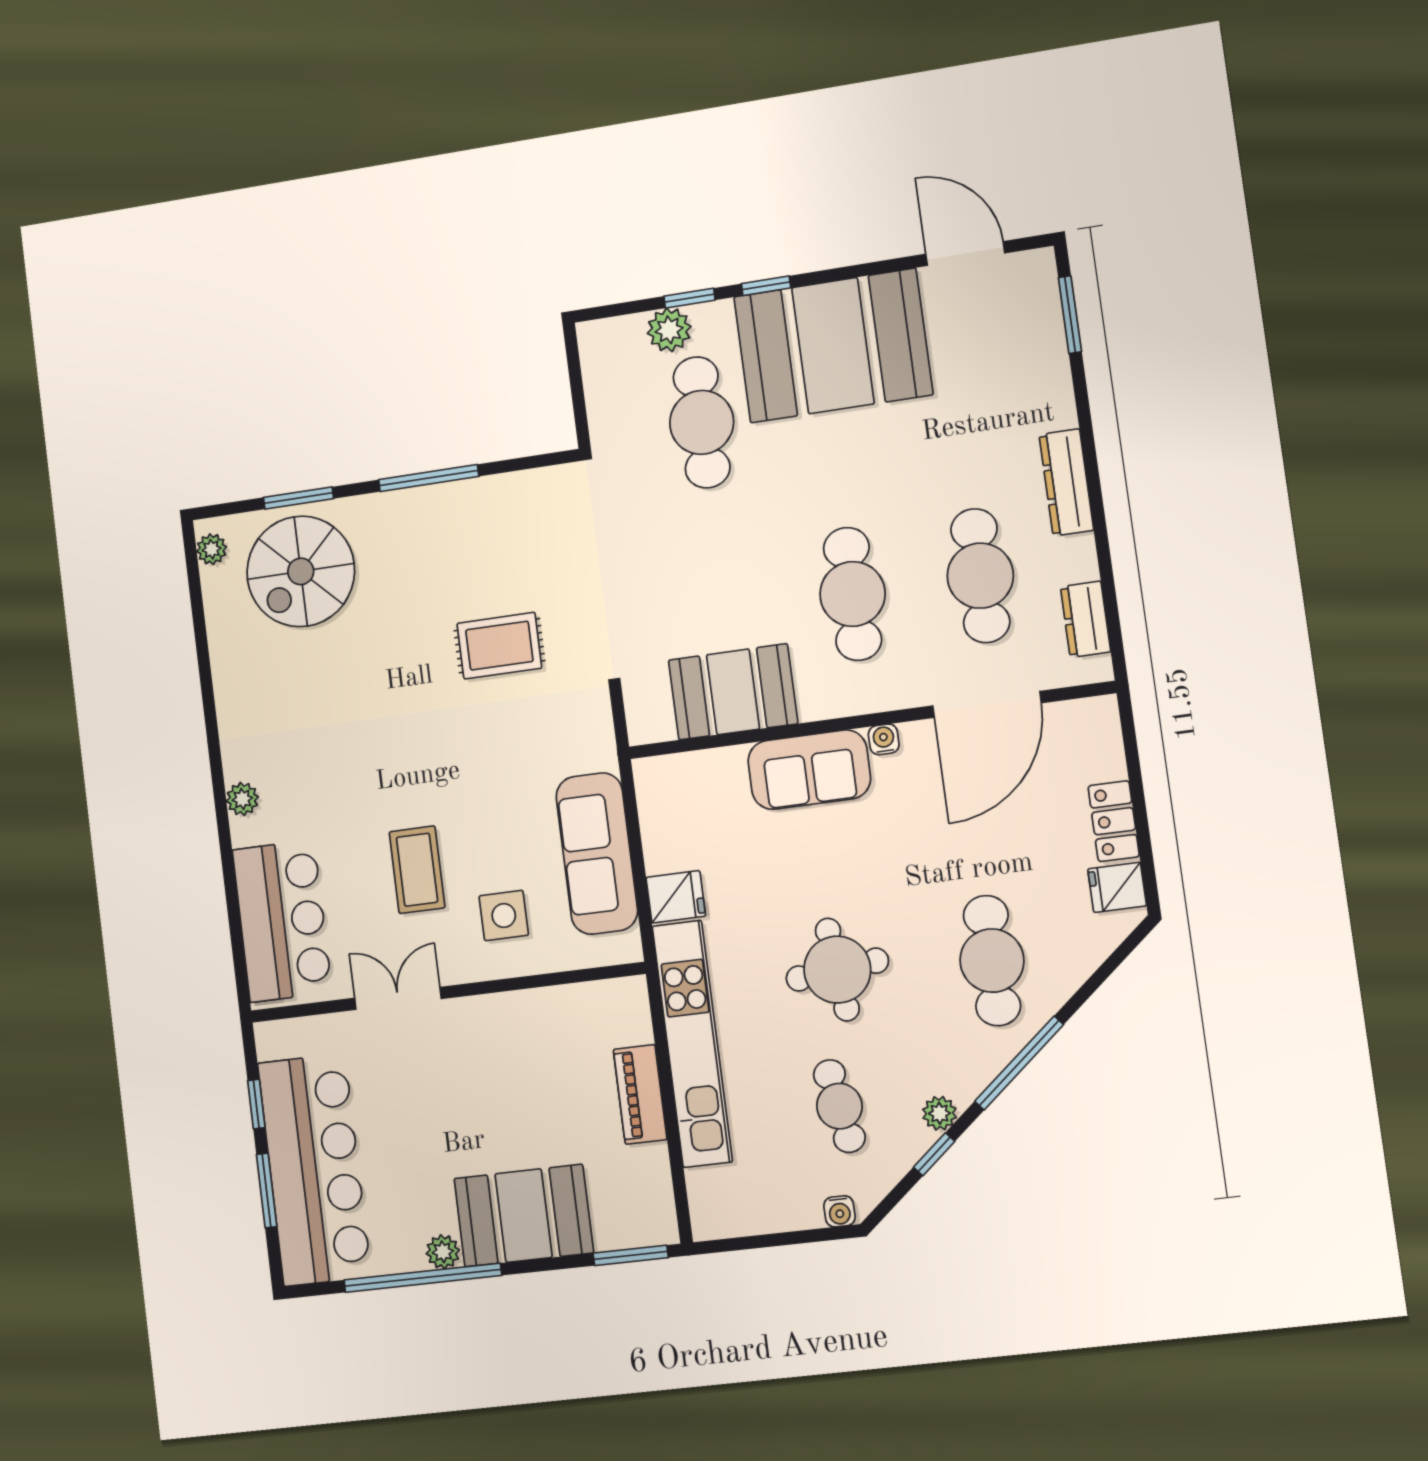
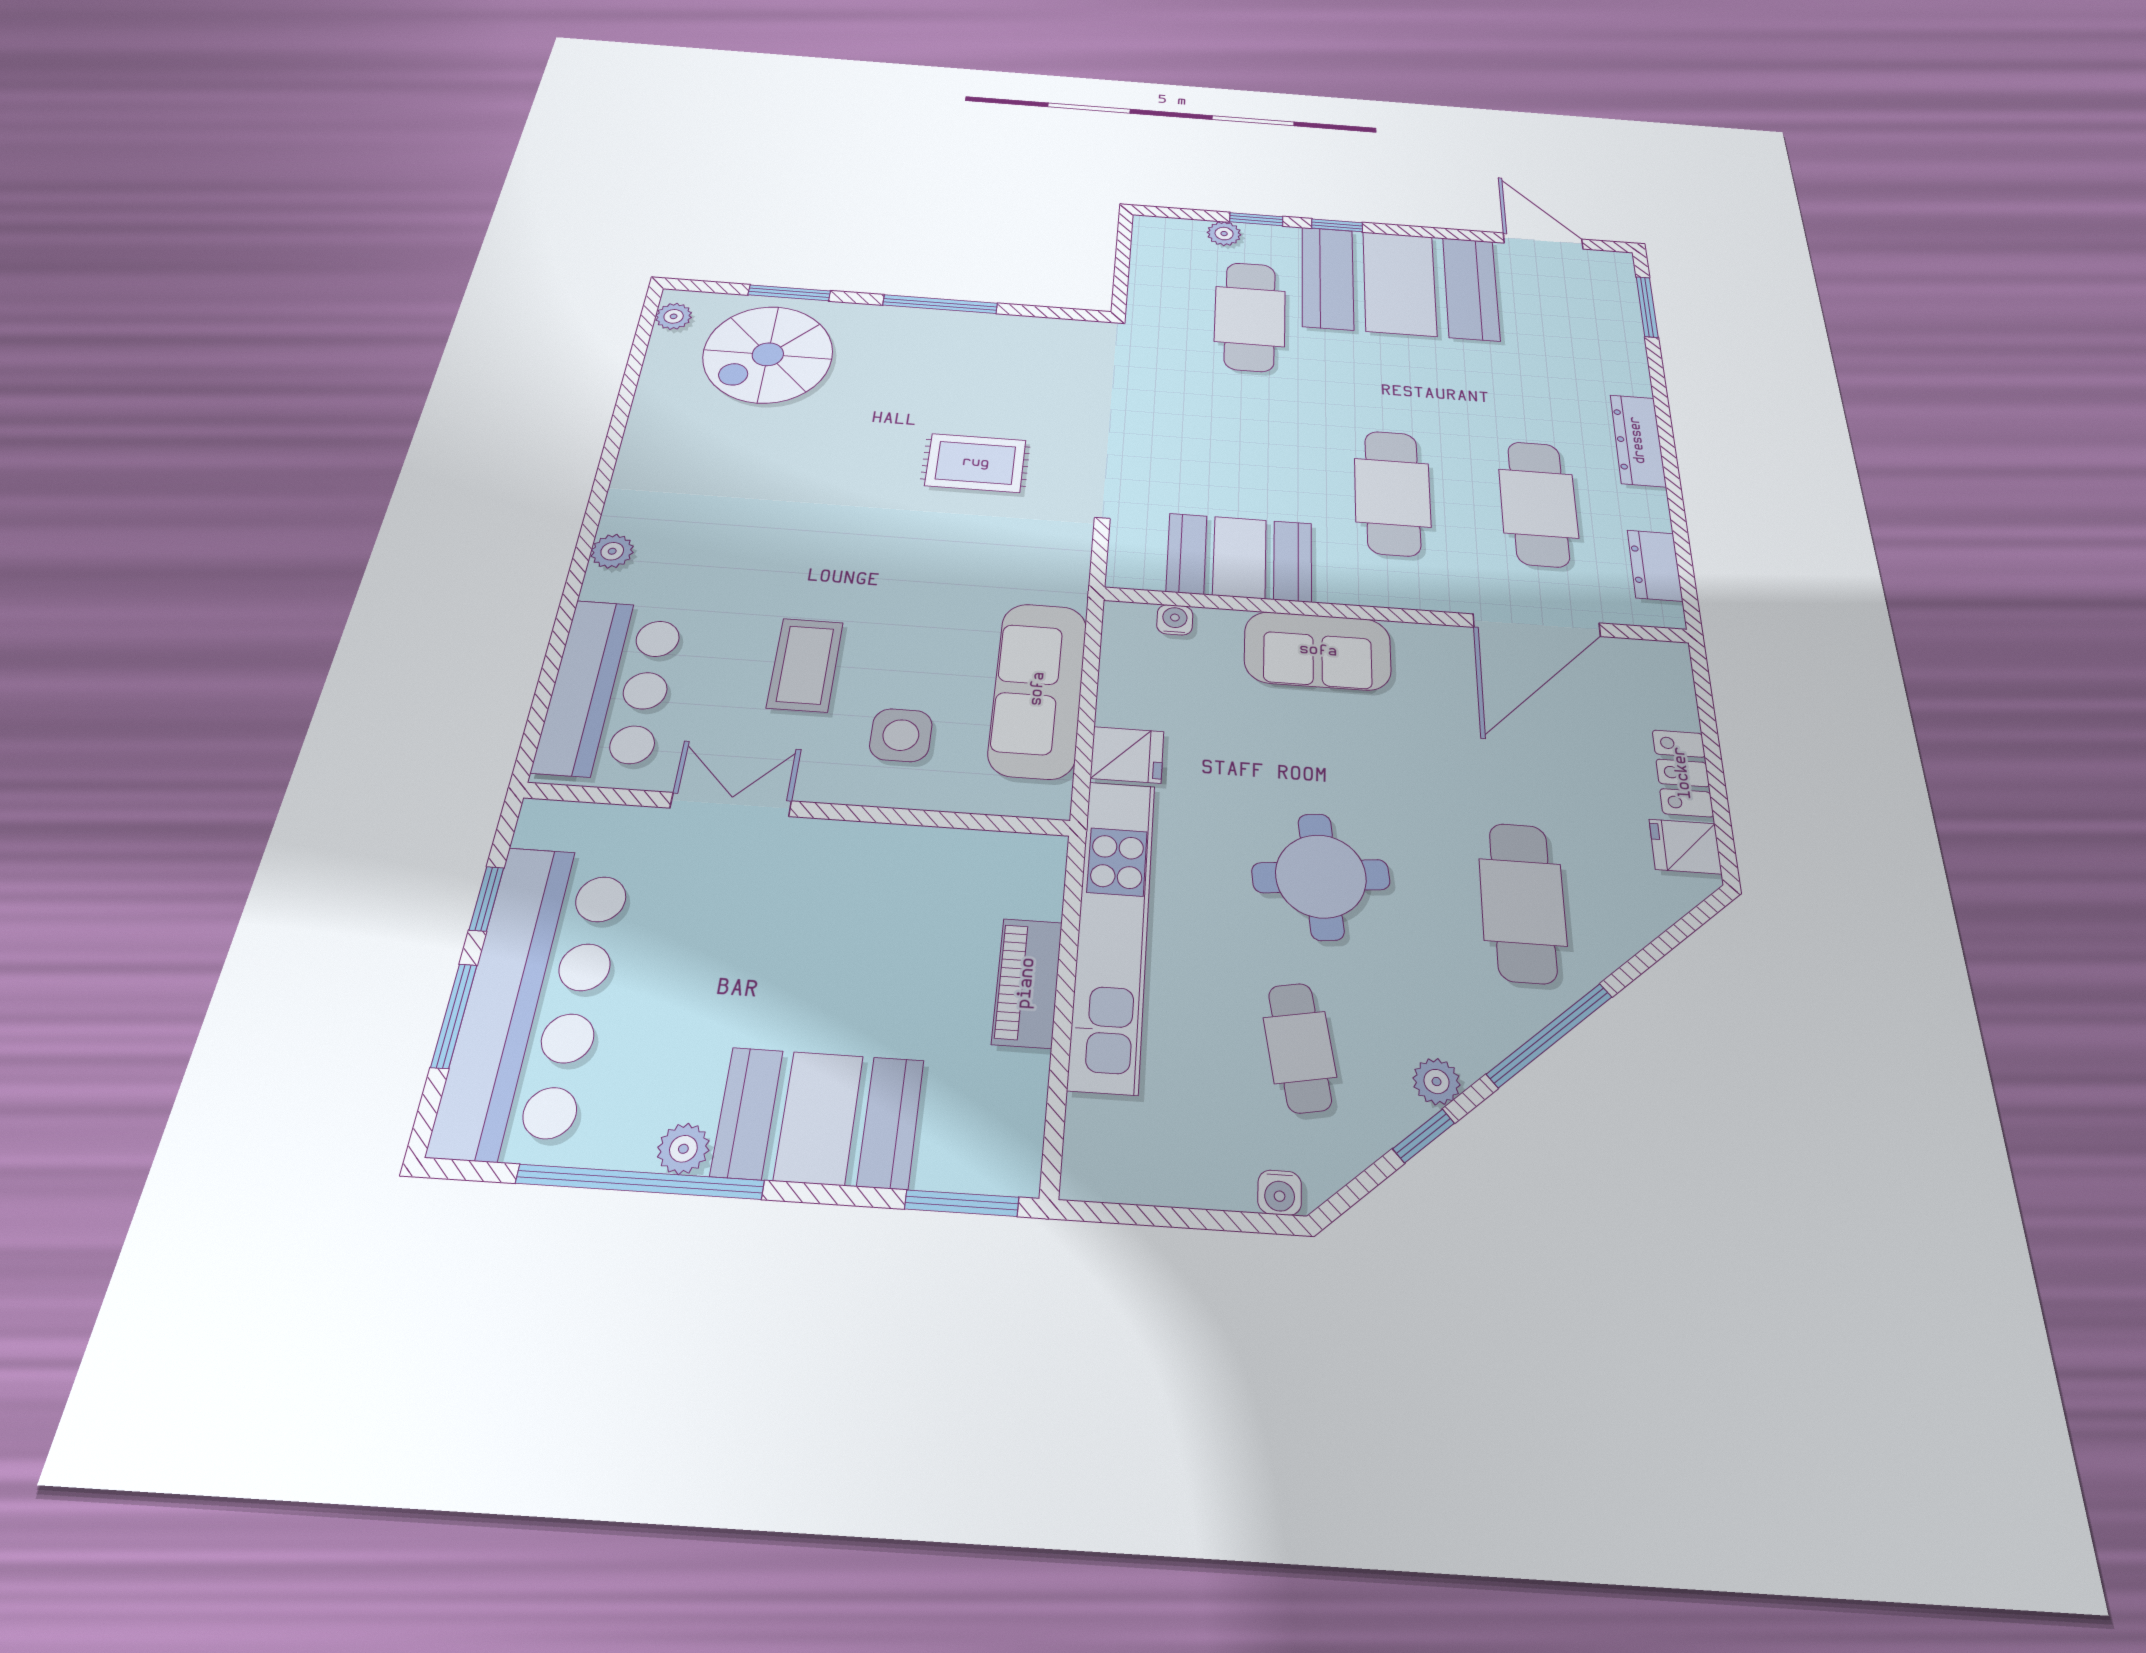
plant: (669, 330) -> (1224, 234), width x0.73, depth x0.73
water cooler: (884, 739) -> (1175, 620), moved

